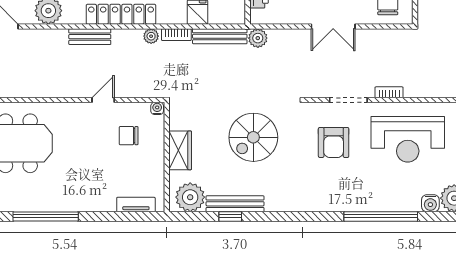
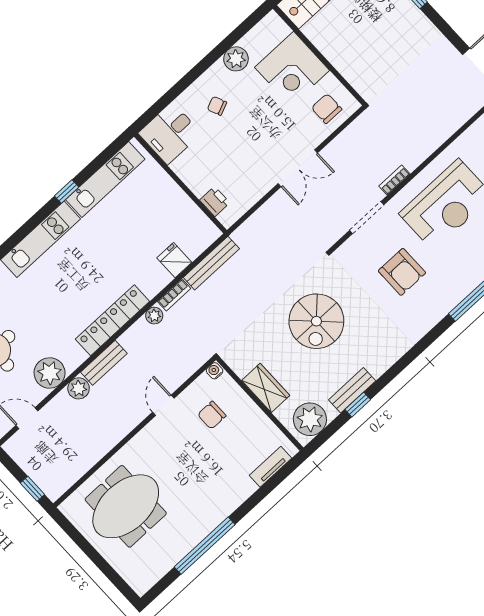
plant: (258, 38) -> (79, 388), moved
armchair: (334, 142) -> (402, 272), moved
bench: (235, 204) -> (352, 390), width x0.73

